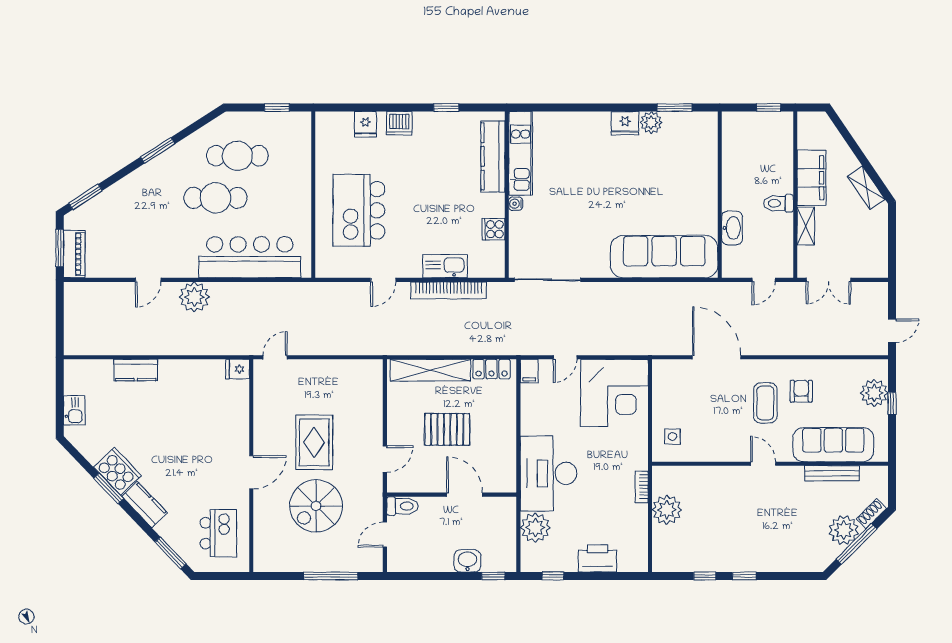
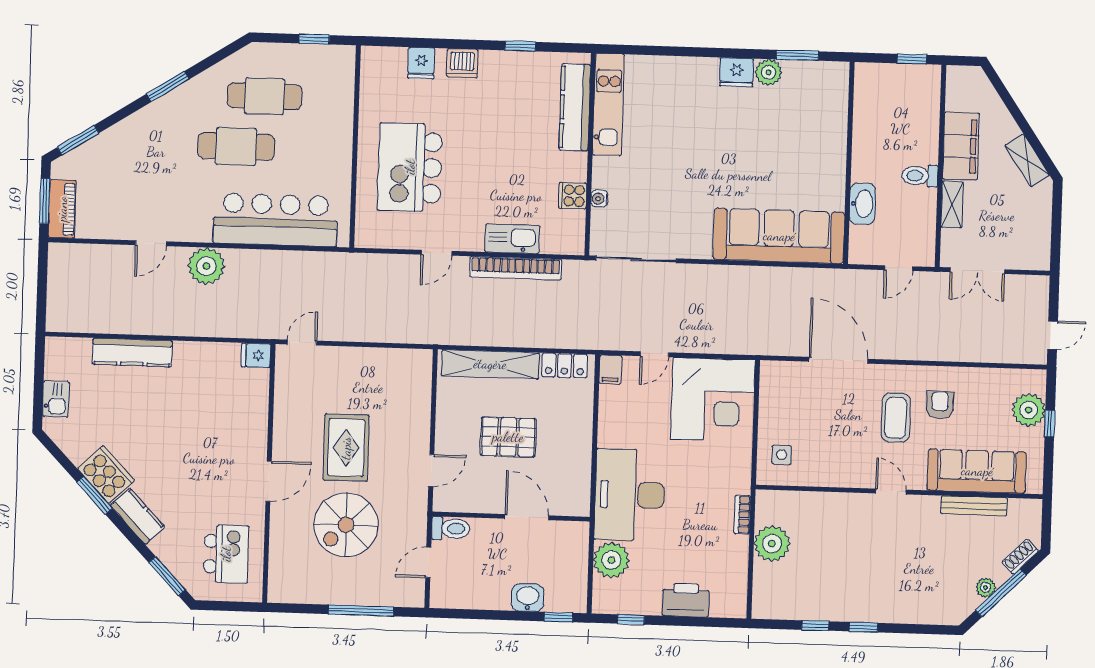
water cooler: (516, 204) -> (599, 199), moved
kitchen counter: (136, 370) -> (132, 352), width x1.50
plant: (844, 530) -> (986, 587), width x0.53, depth x0.53

